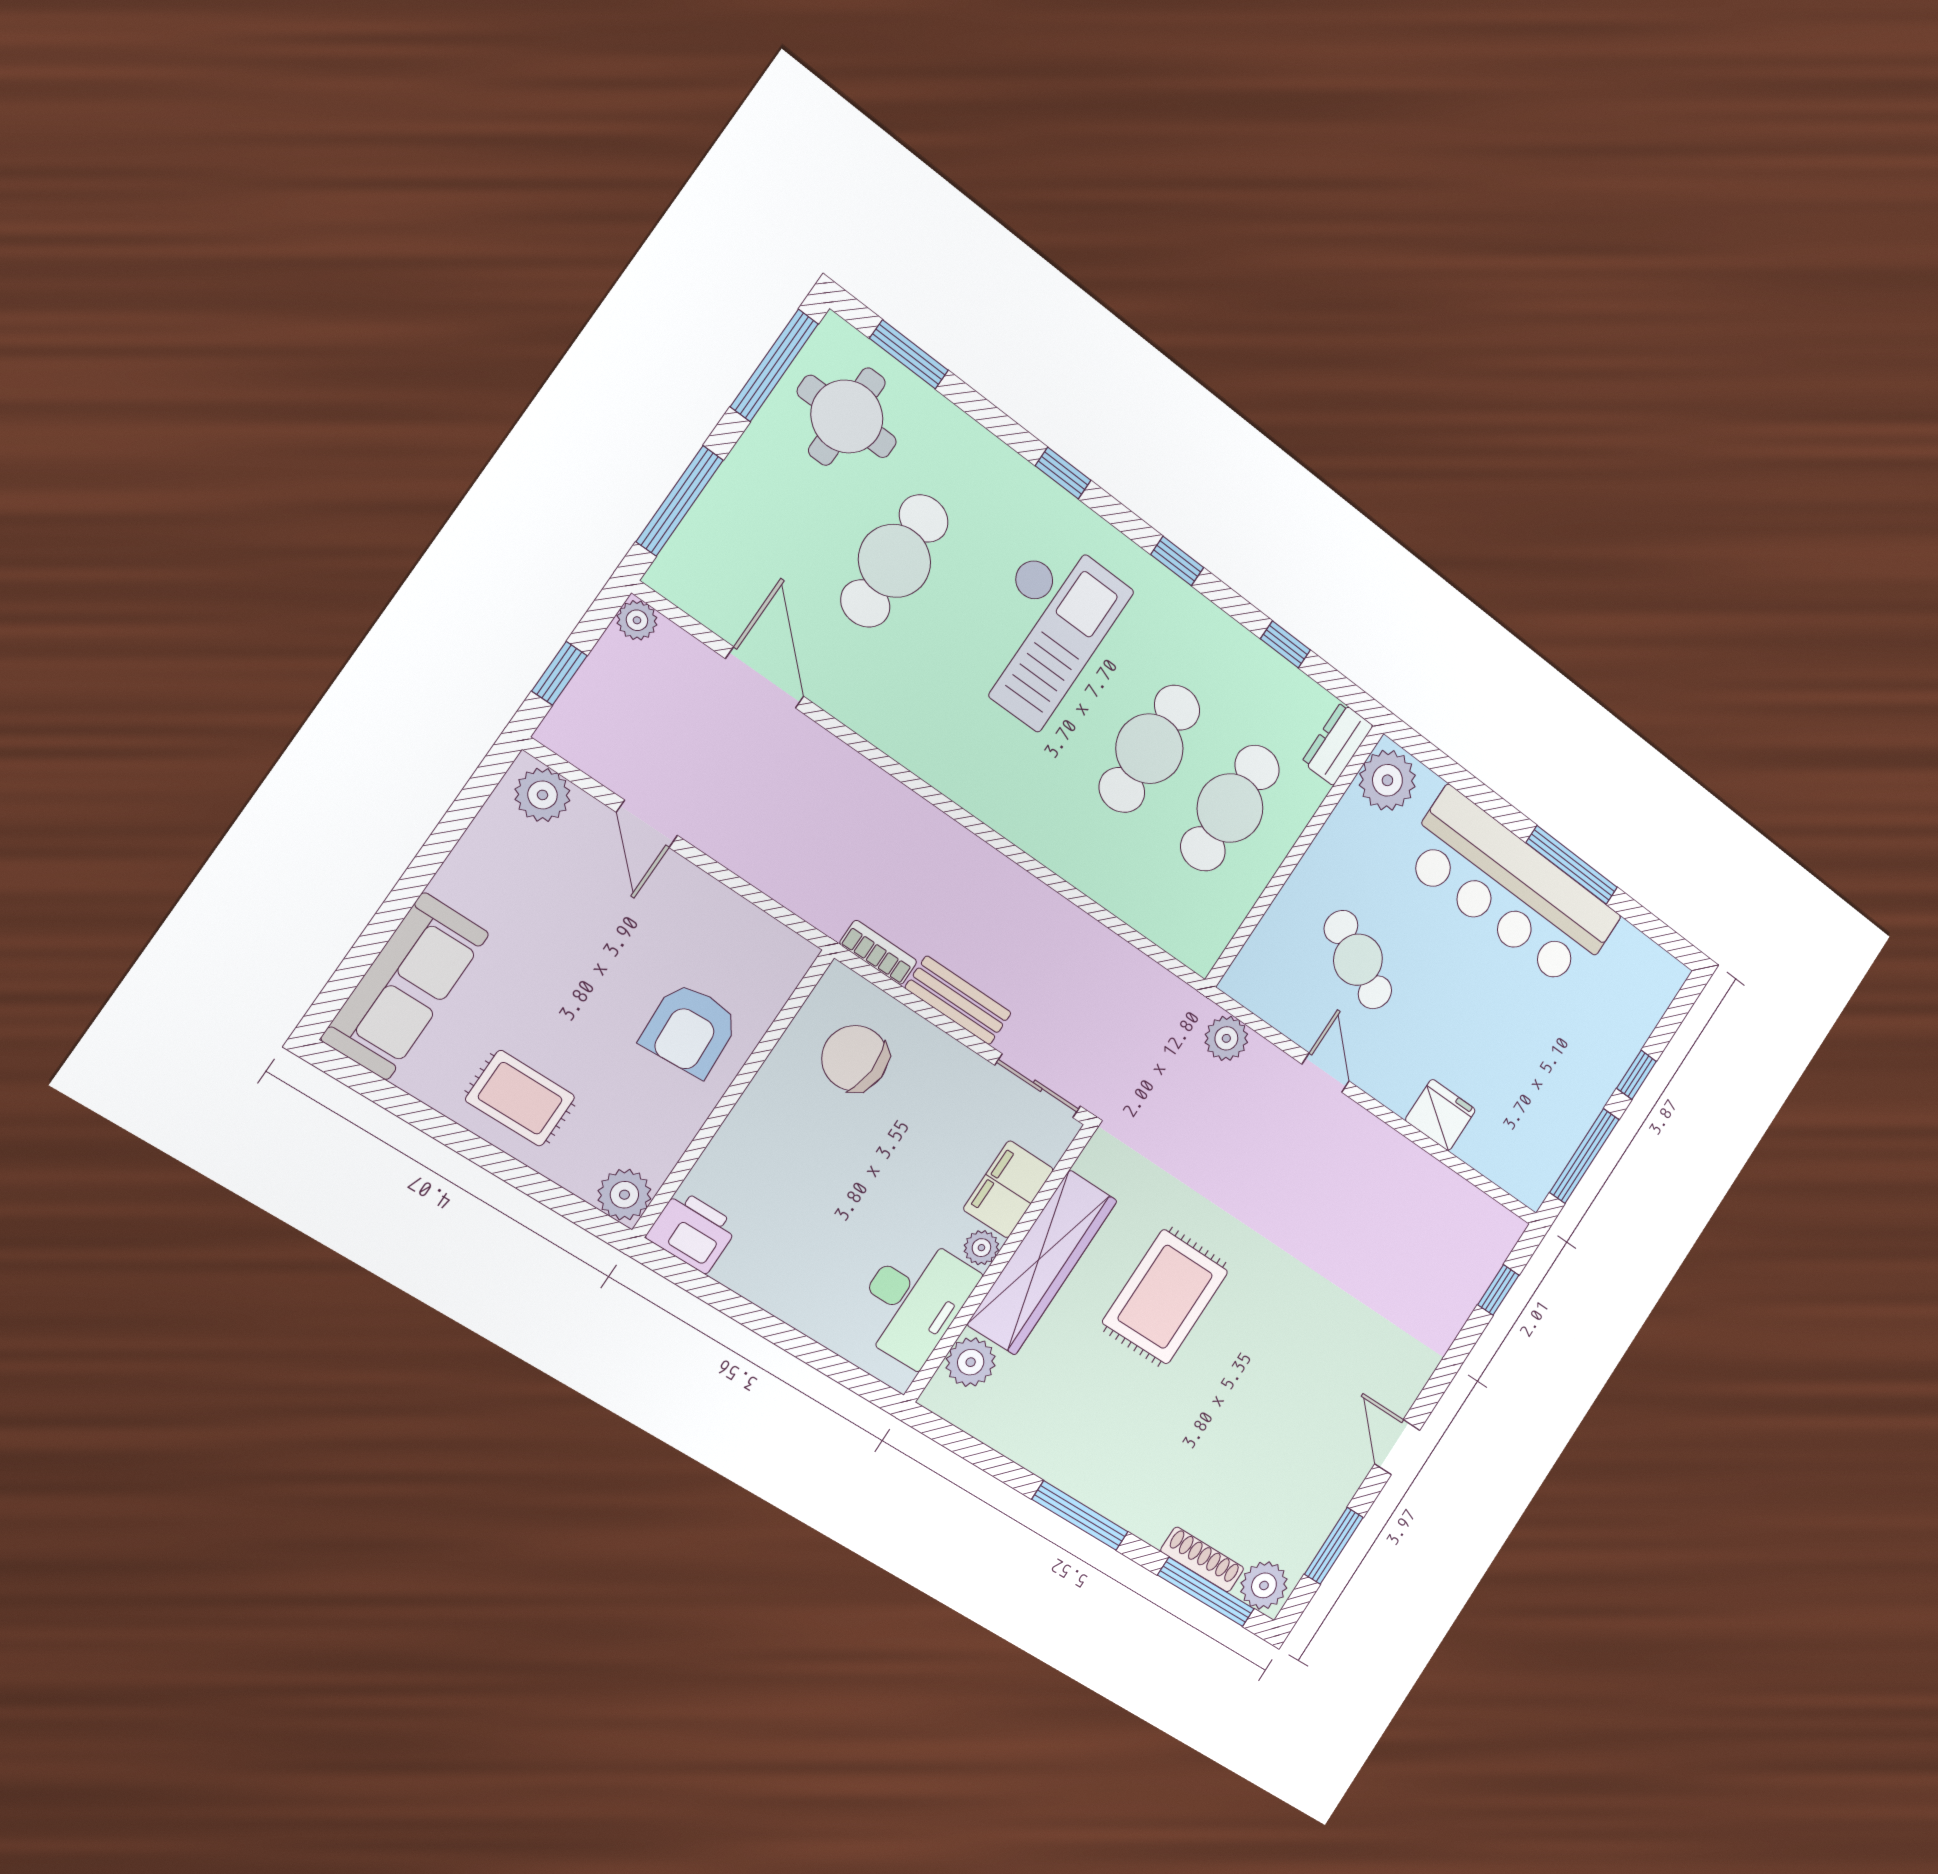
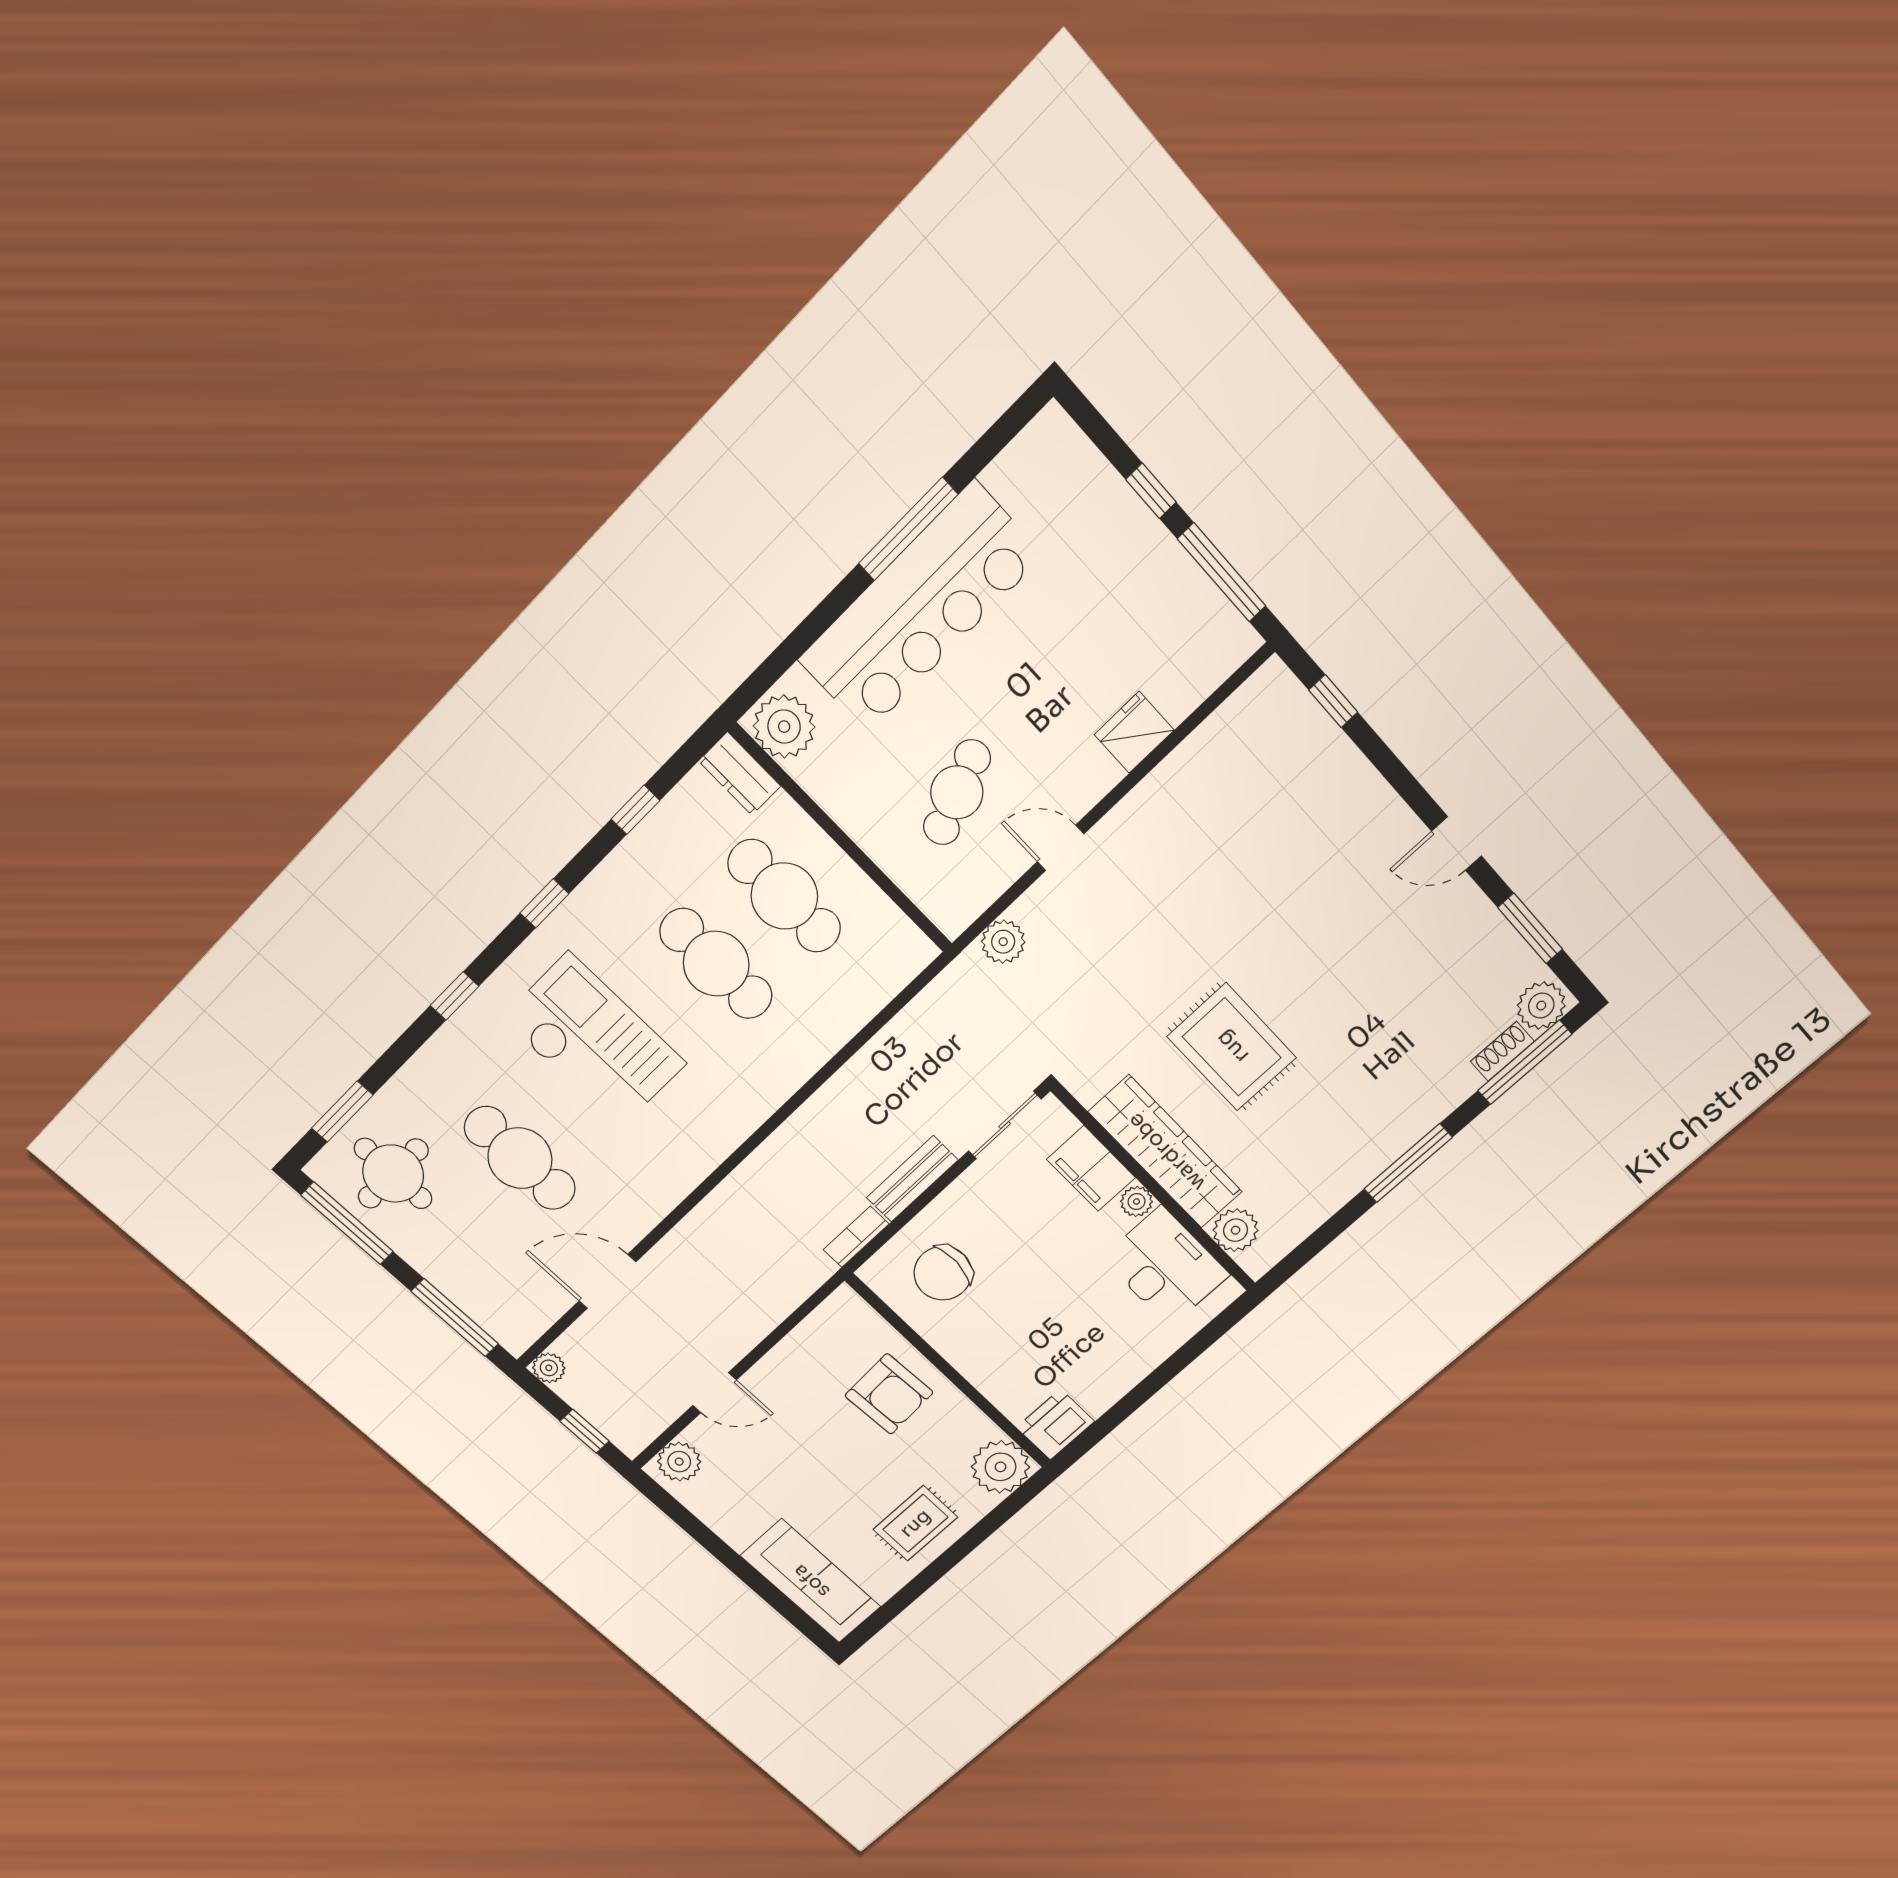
cafe table: (1358, 960) -> (957, 792), turned -48
plant: (624, 1195) -> (1001, 1467), width x1.36, depth x1.36
shoe rack: (1202, 1560) -> (1502, 1051), width x0.70

